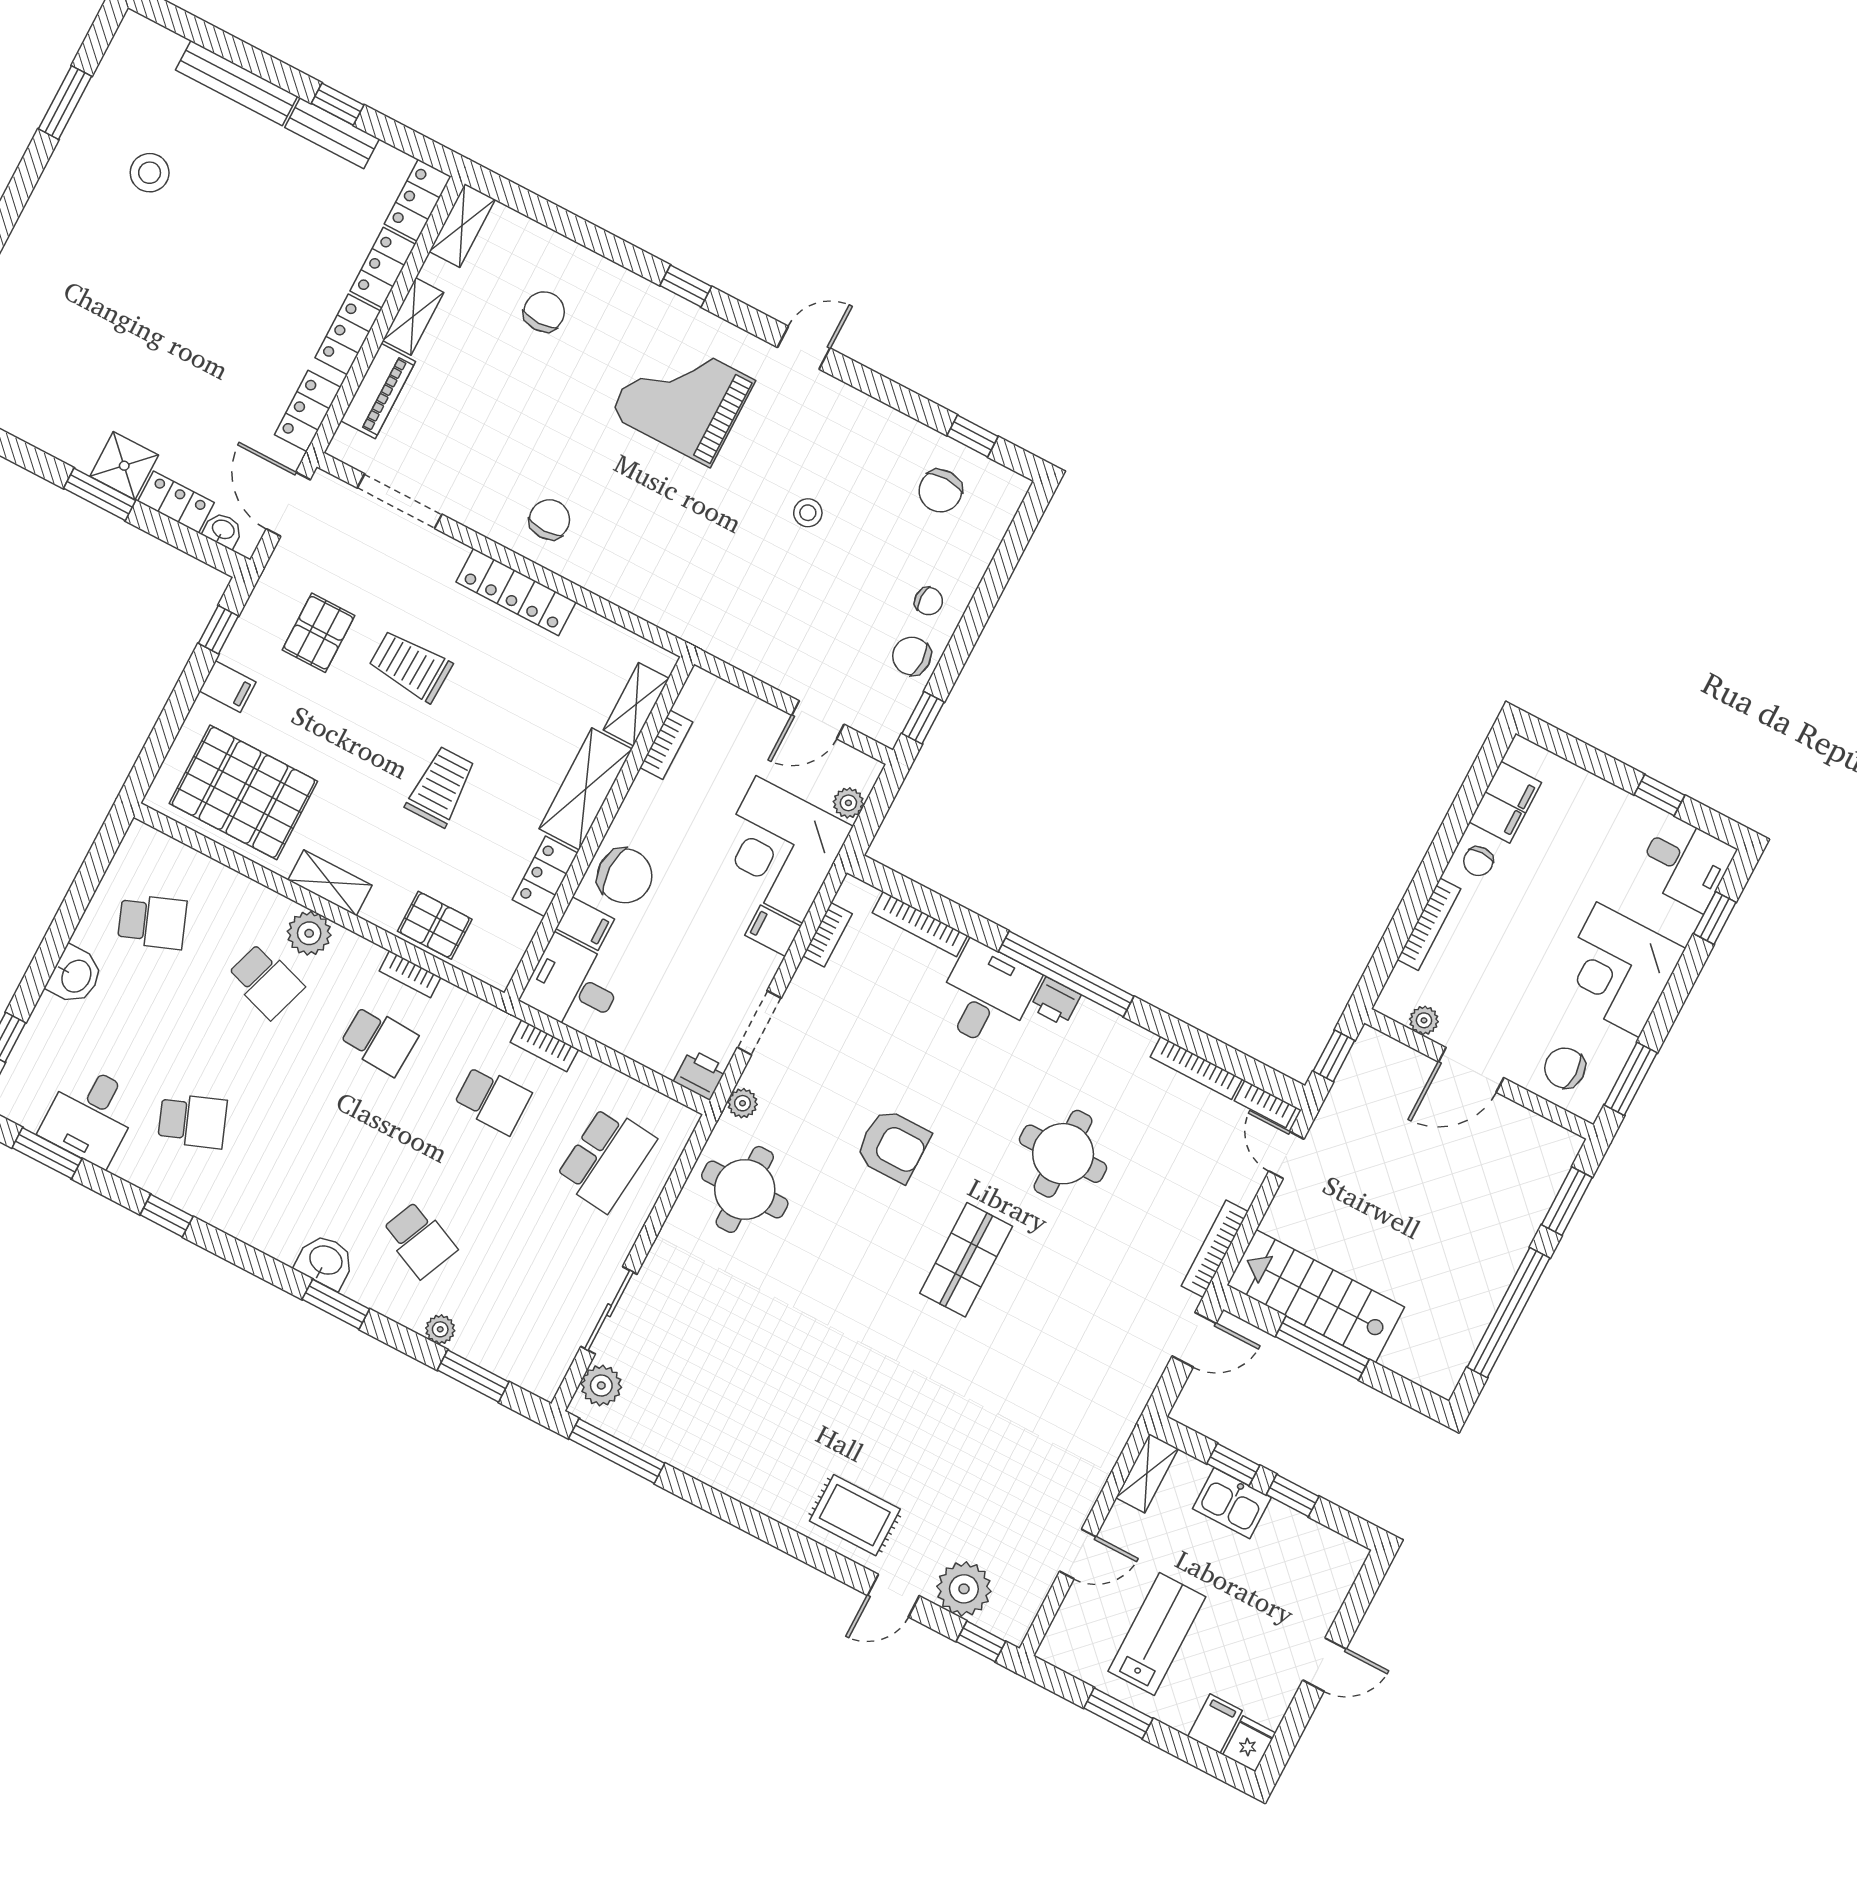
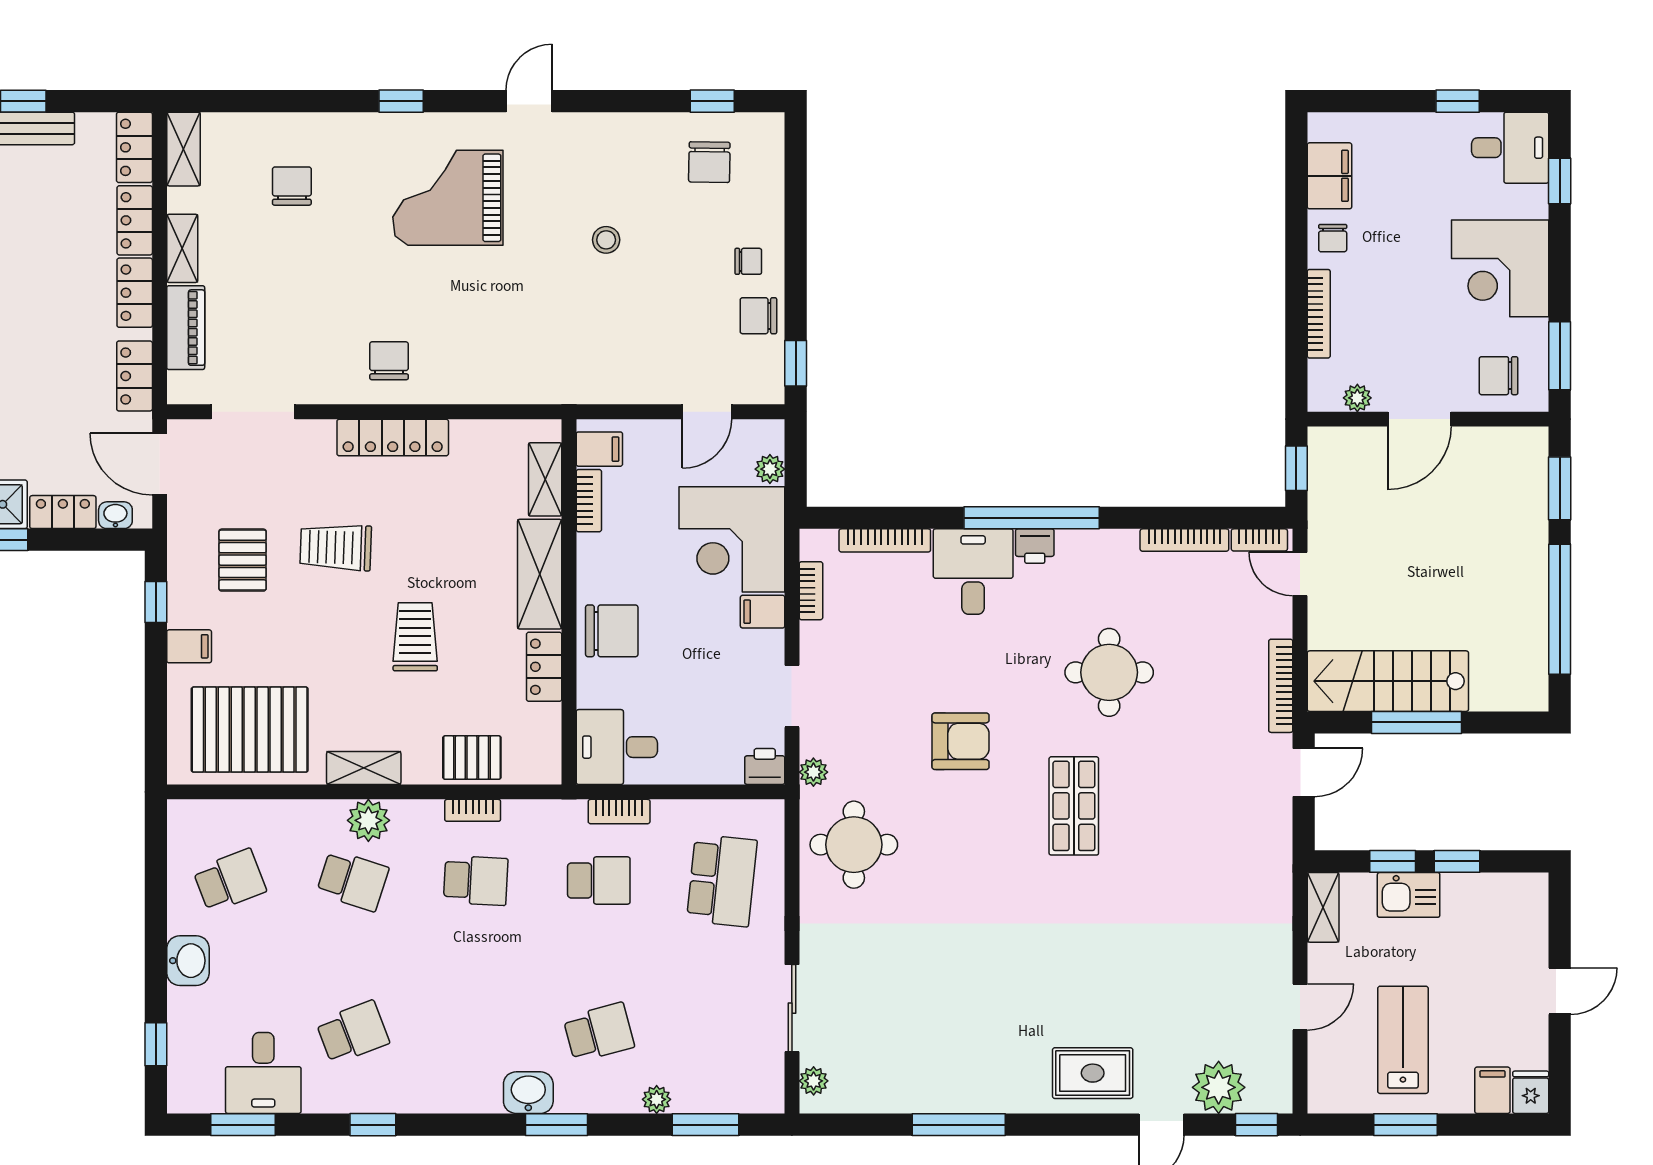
filing cabinet: (585, 924) -> (599, 449), moved
school desk: (419, 1240) -> (599, 1032), turned -39
plant: (601, 1385) -> (814, 1081), width x0.73, depth x0.73
window: (617, 1451) -> (959, 1125), moved

